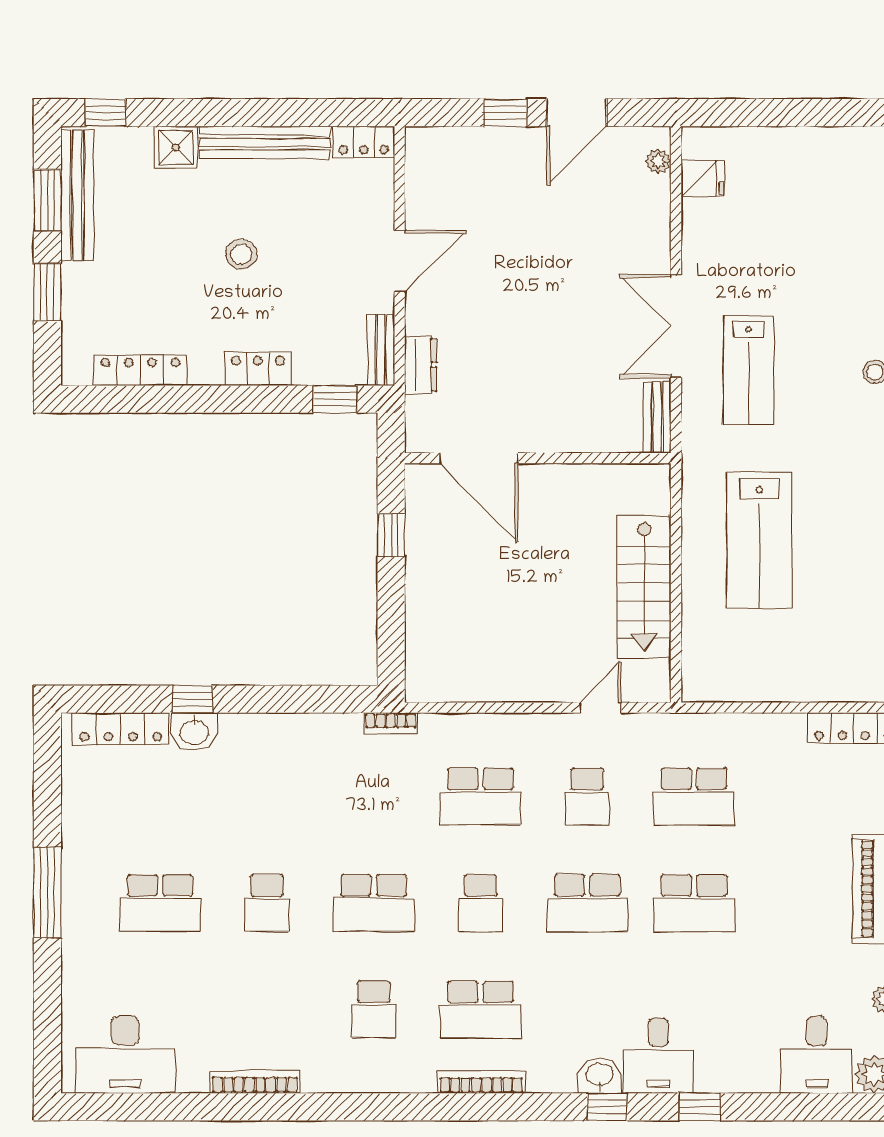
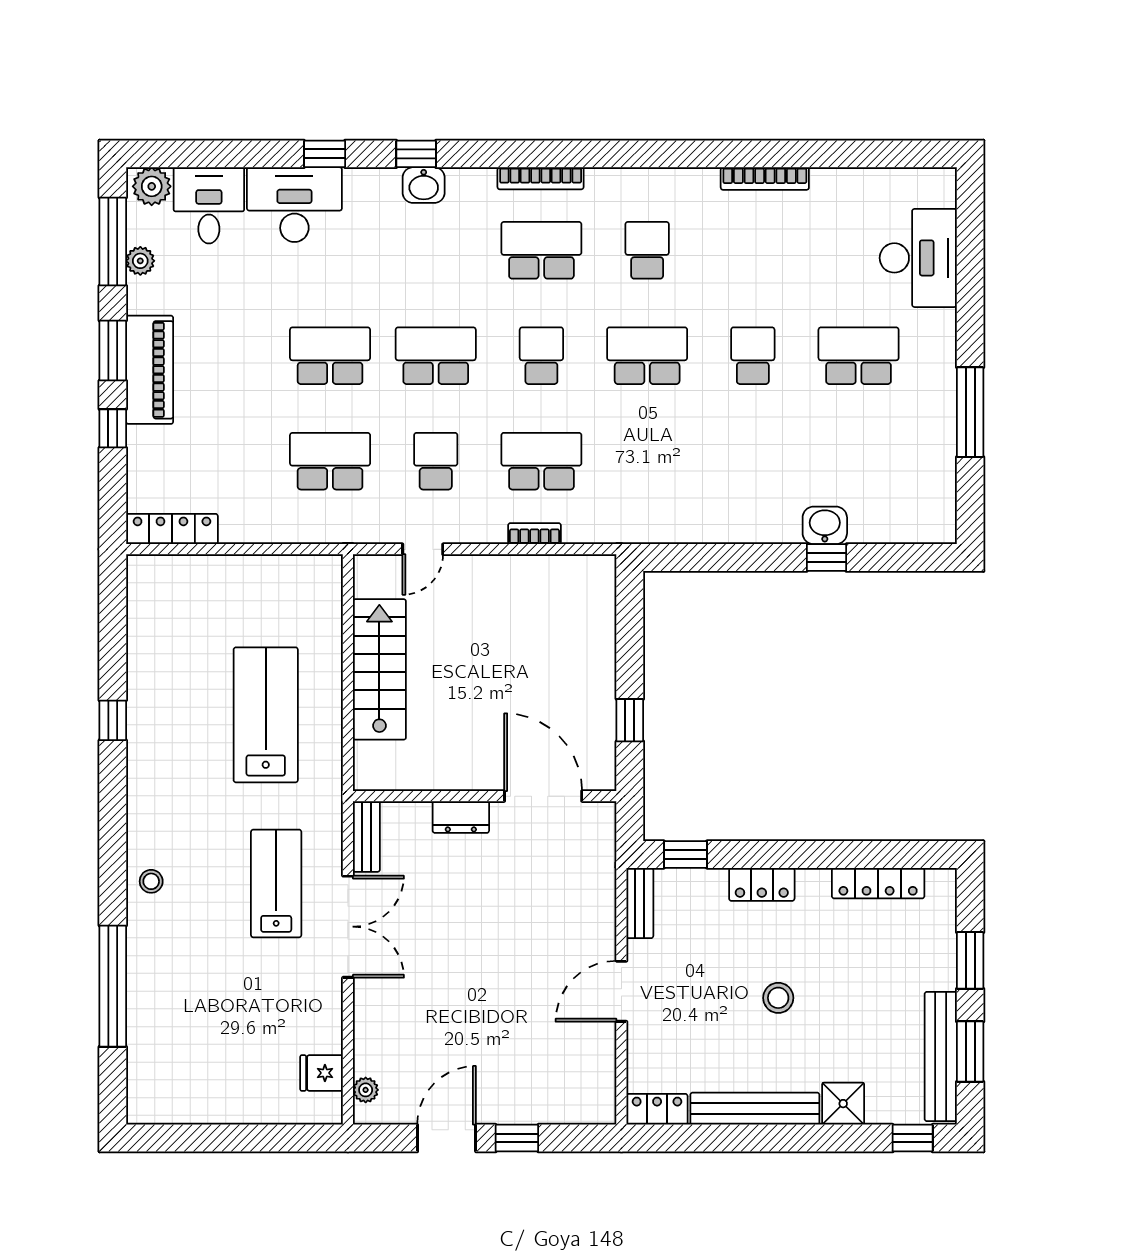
dresser: (421, 365) -> (461, 817), moved, turned -90
bookcase: (391, 723) -> (534, 534), moved
locker: (121, 729) -> (898, 528), removed
window: (47, 893) -> (970, 412), moved
desk: (125, 1055) -> (918, 258), moved, turned 90
desk: (658, 1056) -> (294, 205), moved, width x1.37

